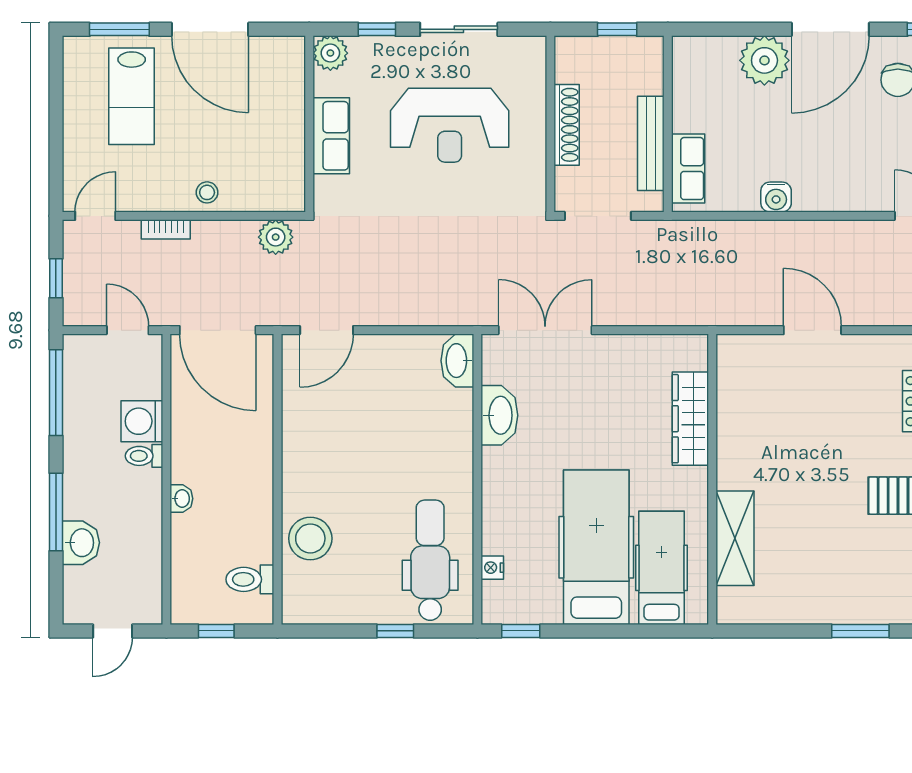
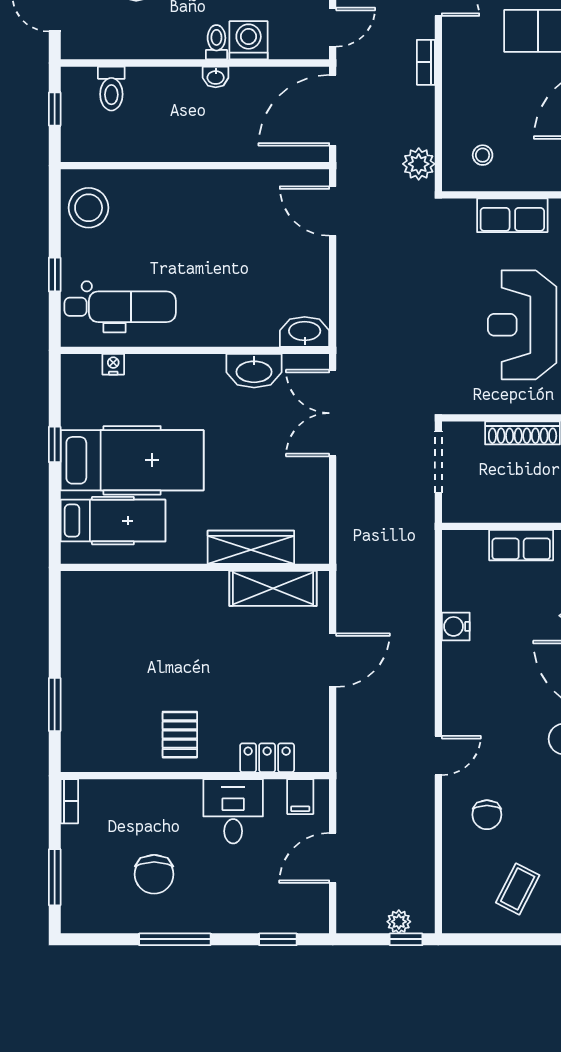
bench: (651, 143) -> (505, 511), removed
row of seats: (688, 169) -> (521, 545), moved
stool: (207, 192) -> (483, 155), moved
double door: (545, 330) -> (333, 413), swing flipped
washbasin: (181, 499) -> (216, 77), moved
stool: (310, 538) -> (89, 208), moved
shelving: (735, 538) -> (273, 588), moved
toilet: (250, 579) -> (111, 89), moved, turned 180
window: (521, 631) -> (55, 444), moved

